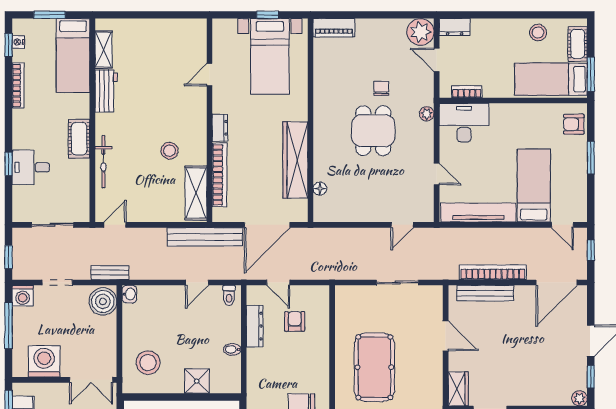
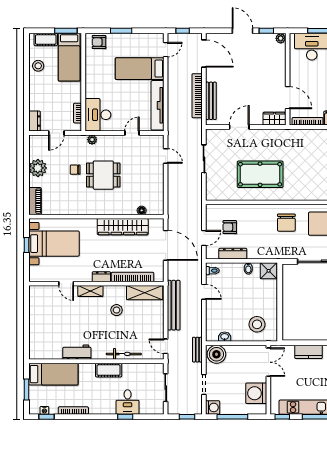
plant: (420, 32) -> (38, 168), moved
shelving: (104, 50) -> (90, 291), moved
armchair: (574, 124) -> (99, 42), turned 90
bench: (205, 237) -> (174, 305), moved
washbasin: (129, 294) -> (225, 337), moved
shower: (197, 381) -> (269, 271), moved

